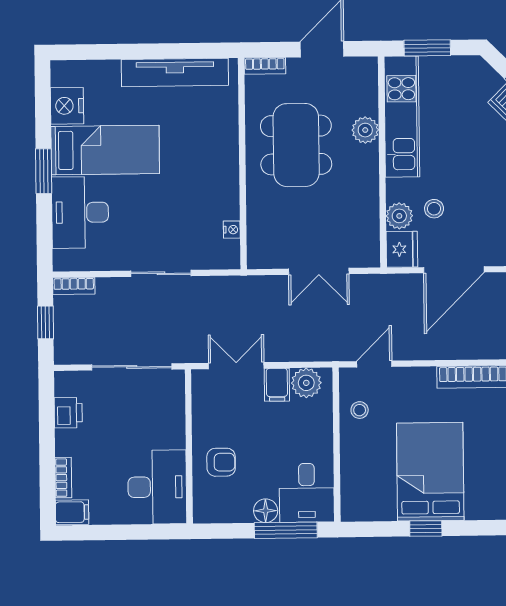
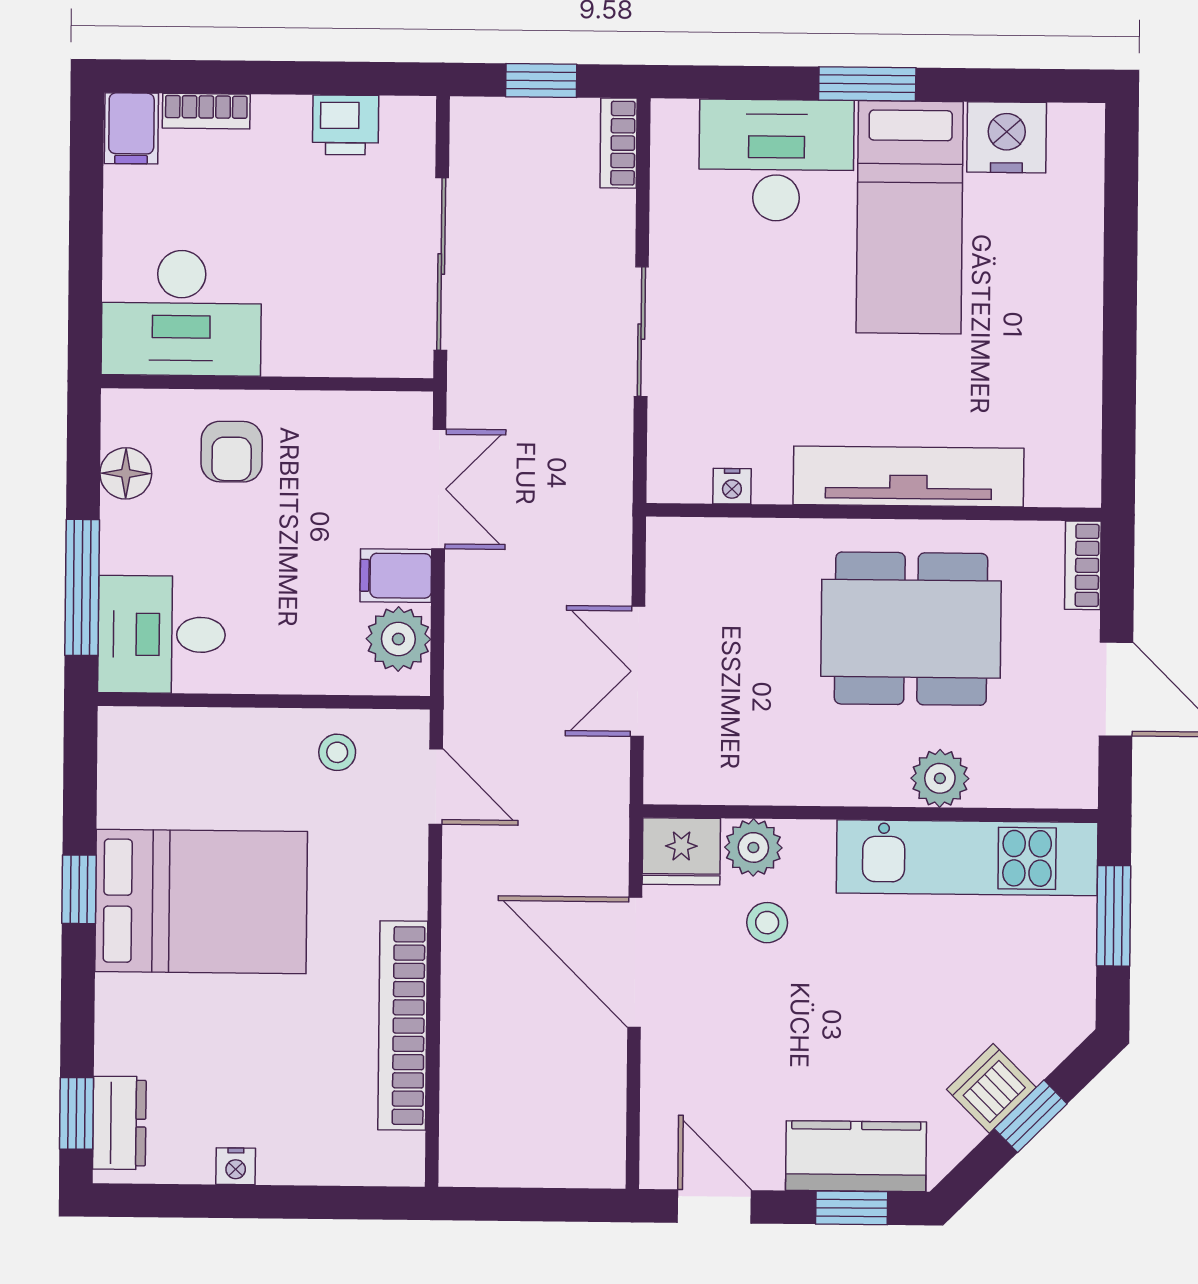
tv unit: (175, 72) -> (908, 476), moved, turned 90
floor lamp: (266, 511) -> (126, 473), moved

